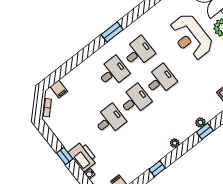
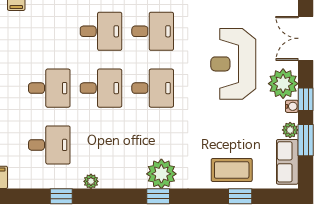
plant: (200, 122) -> (161, 174), width x1.87, depth x1.87
plant: (175, 143) -> (91, 181), moved
desk: (131, 148) -> (49, 145), added

